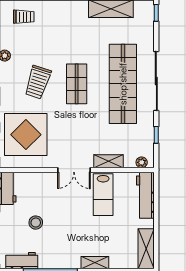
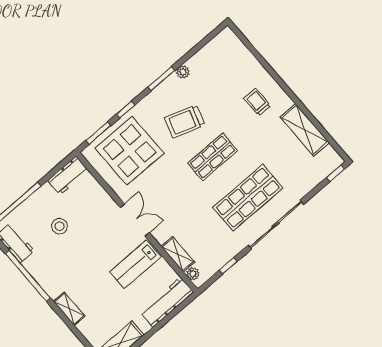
trolley: (24, 17) -> (257, 102), moved, turned 180
shop shelf: (123, 84) -> (248, 198), width x0.71
shelving: (108, 161) -> (178, 254), moved
double door: (74, 170) -> (135, 220), swing flipped

